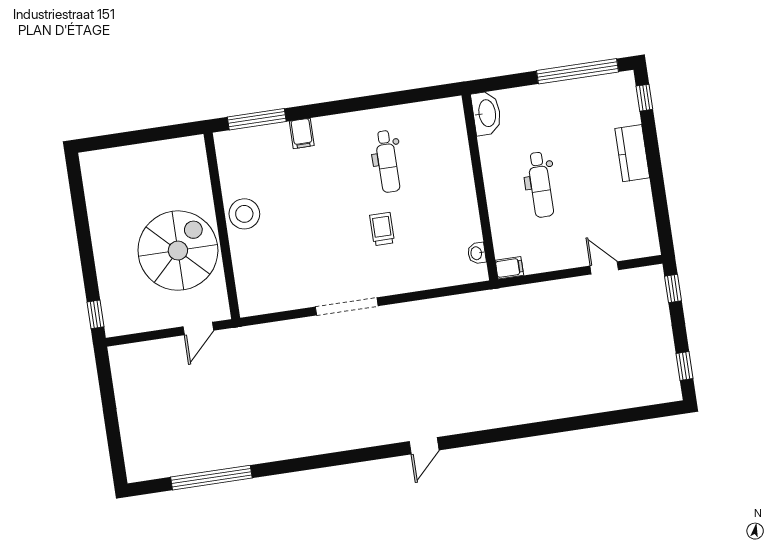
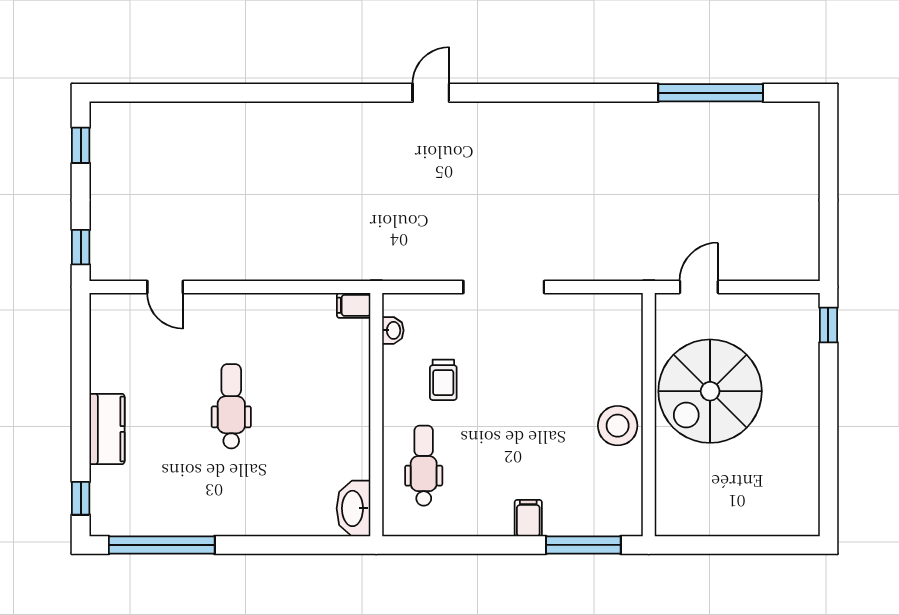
washbasin: (486, 113) -> (354, 508), moved
wall: (480, 187) -> (376, 415), moved
washbasin: (477, 253) -> (393, 330), moved
filing cabinet: (509, 268) -> (354, 305), moved

